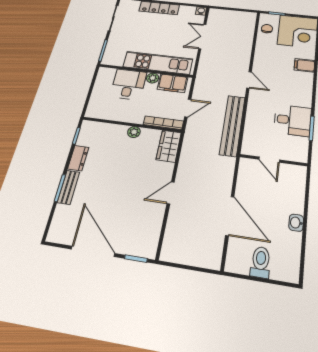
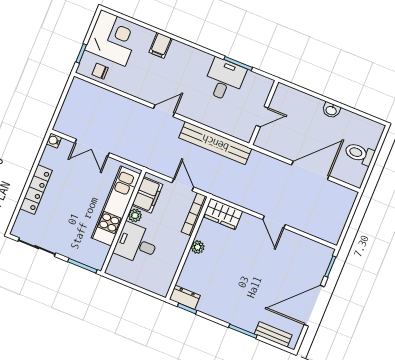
dresser: (78, 158) -> (185, 297), moved
bench: (68, 187) -> (273, 334), moved

